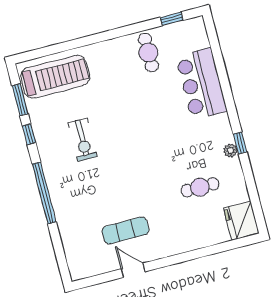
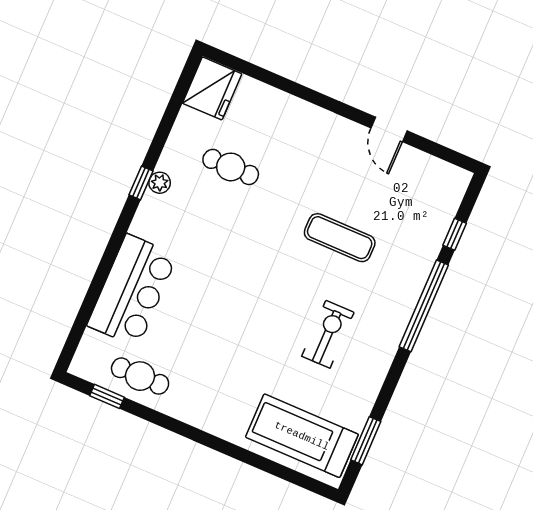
cafe table: (148, 53) -> (140, 376), moved, turned 90
window: (29, 134) -> (455, 234), moved
exercise mat: (126, 230) -> (340, 238), moved

